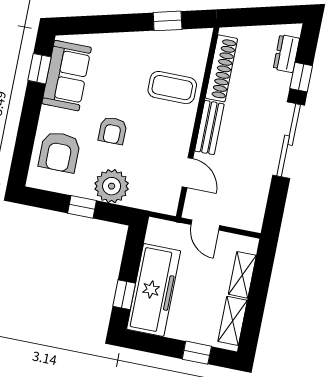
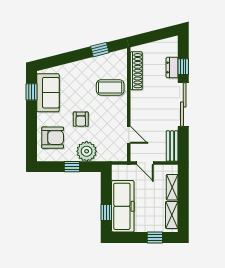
dresser: (286, 54) -> (172, 68), moved
bench: (209, 128) -> (172, 146), moved
armchair: (59, 152) -> (53, 138), turned -90

